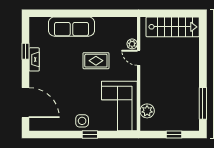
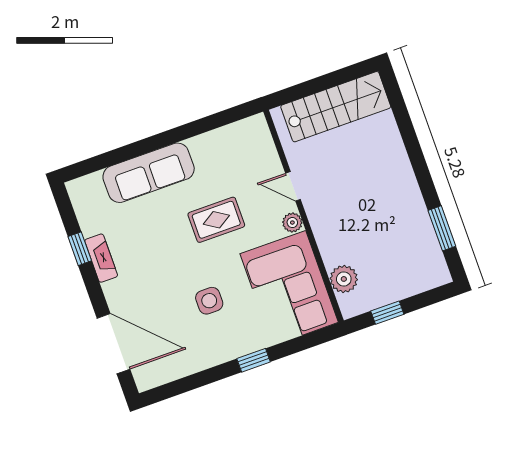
plant: (132, 44) -> (292, 223), moved
window: (203, 103) -> (442, 228), width x0.69
side table: (82, 121) -> (209, 301), moved
window: (174, 135) -> (387, 313), moved

